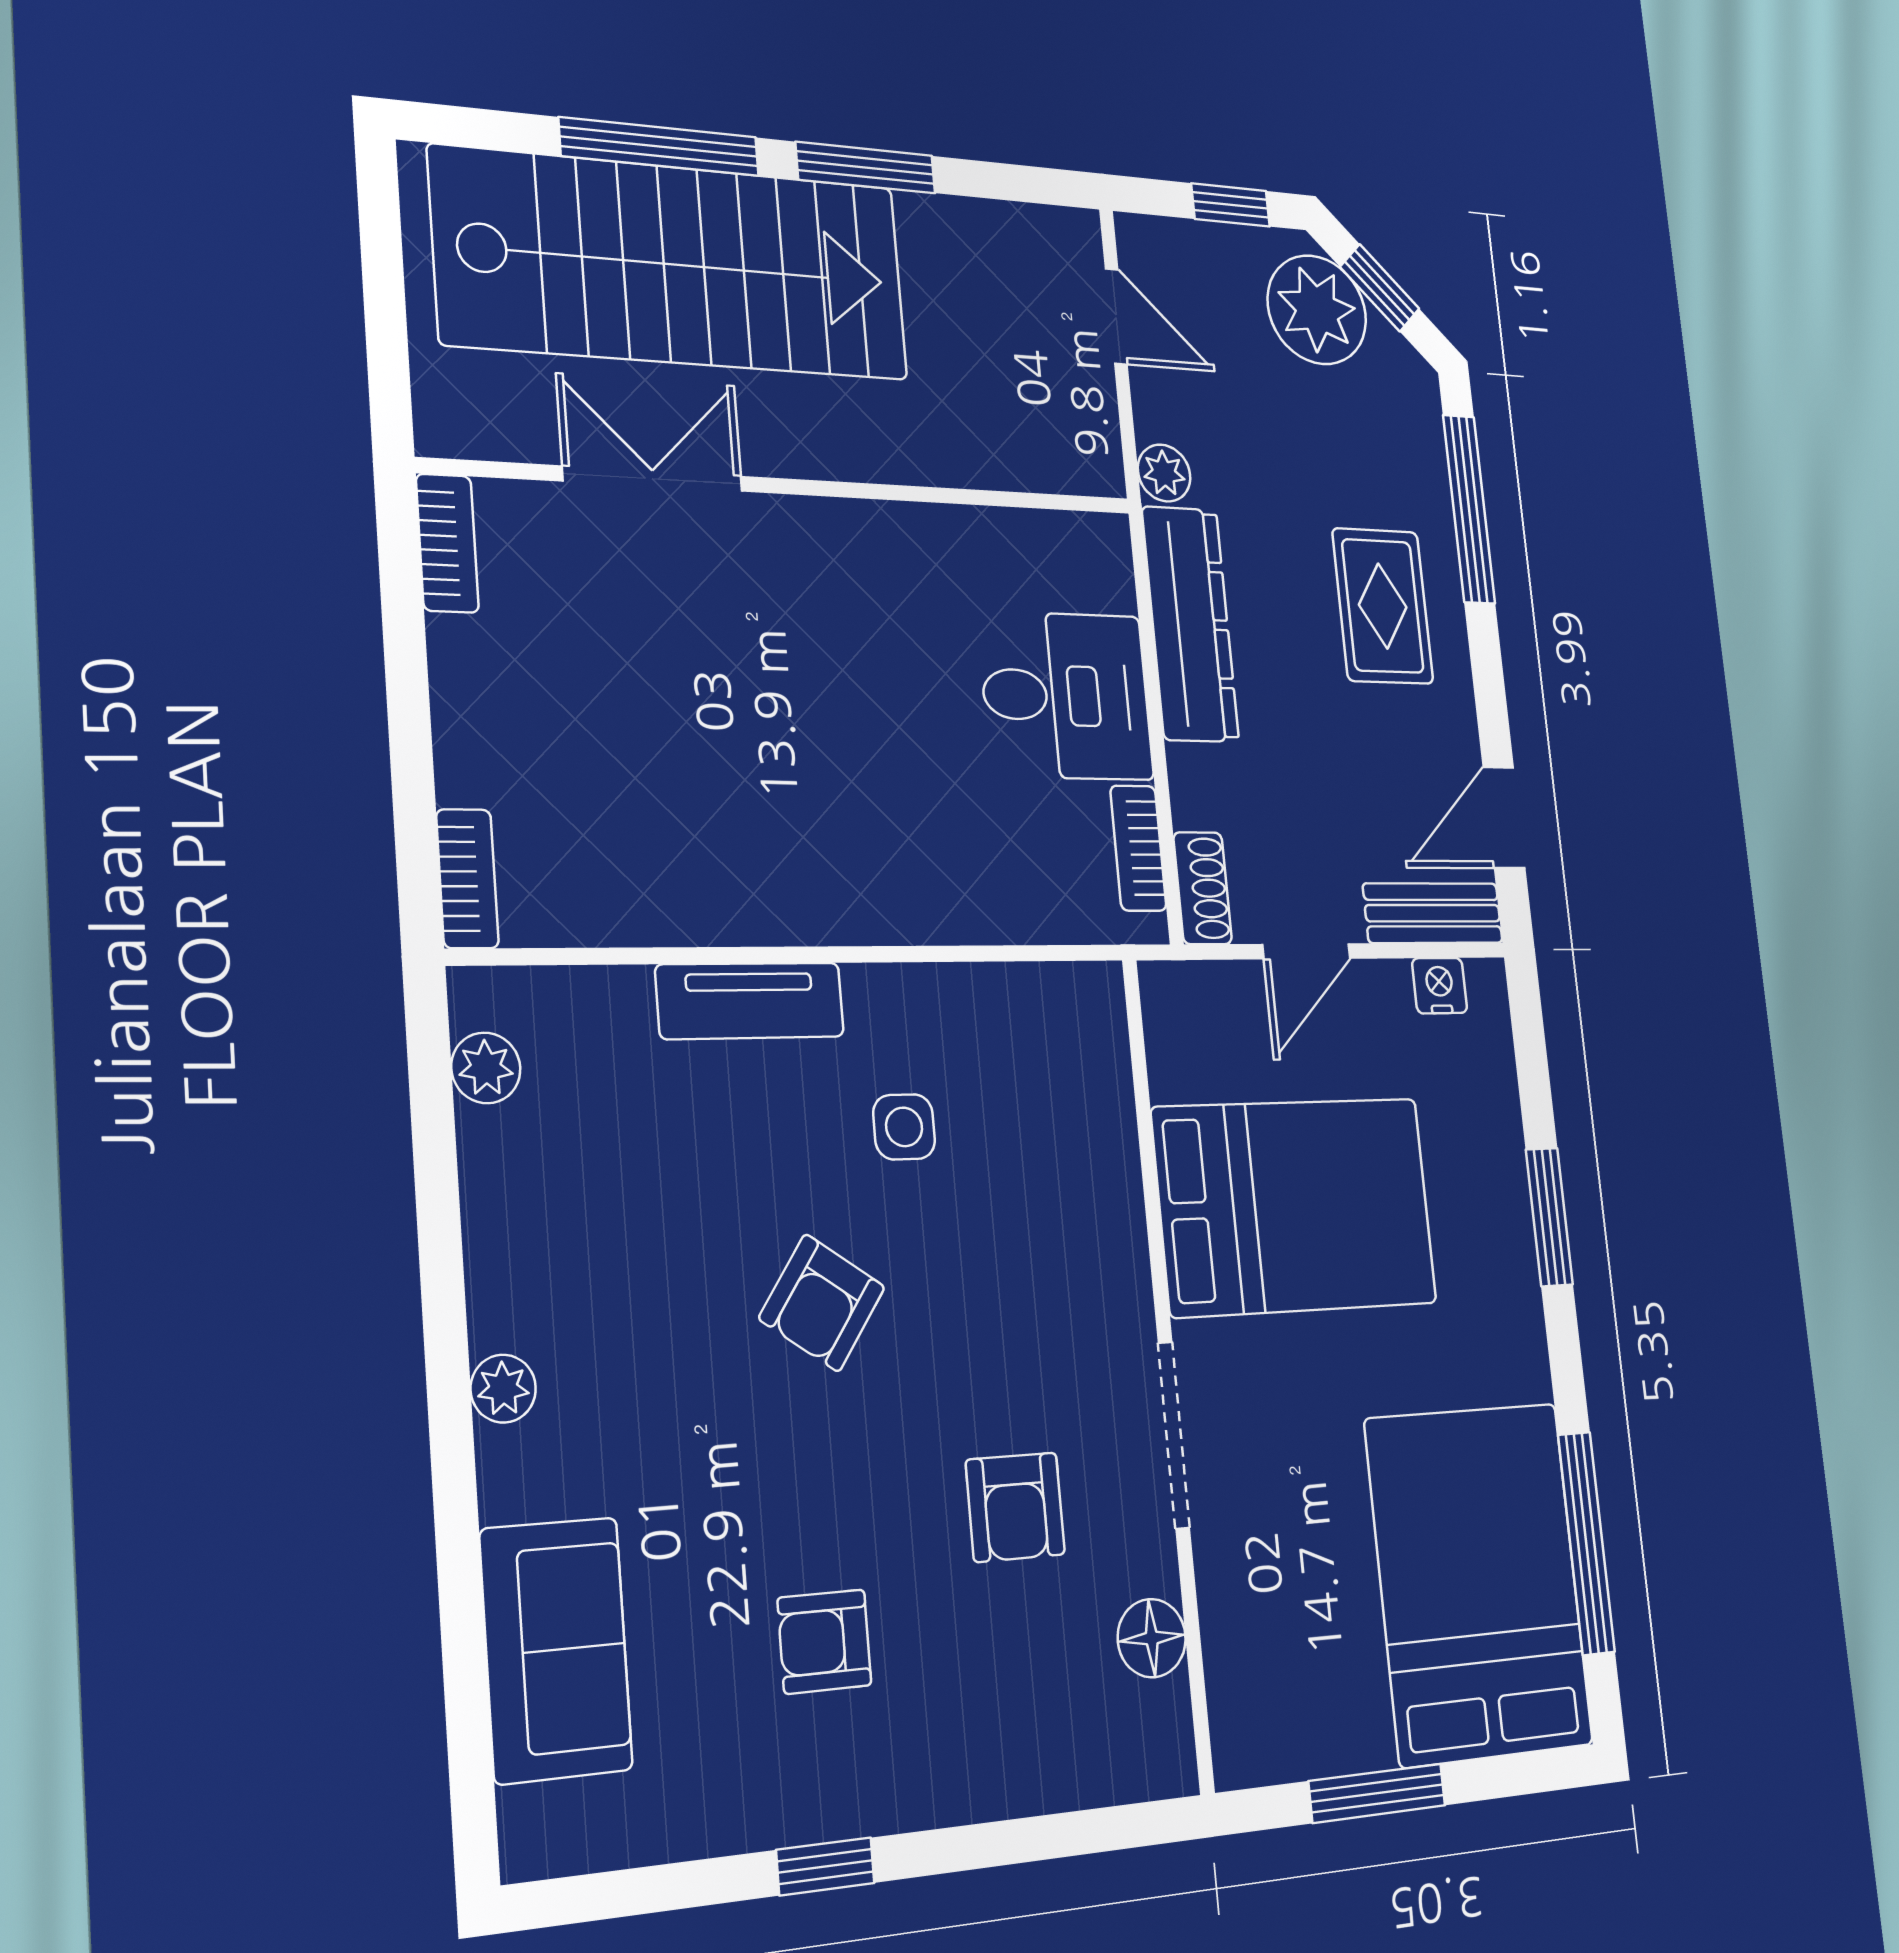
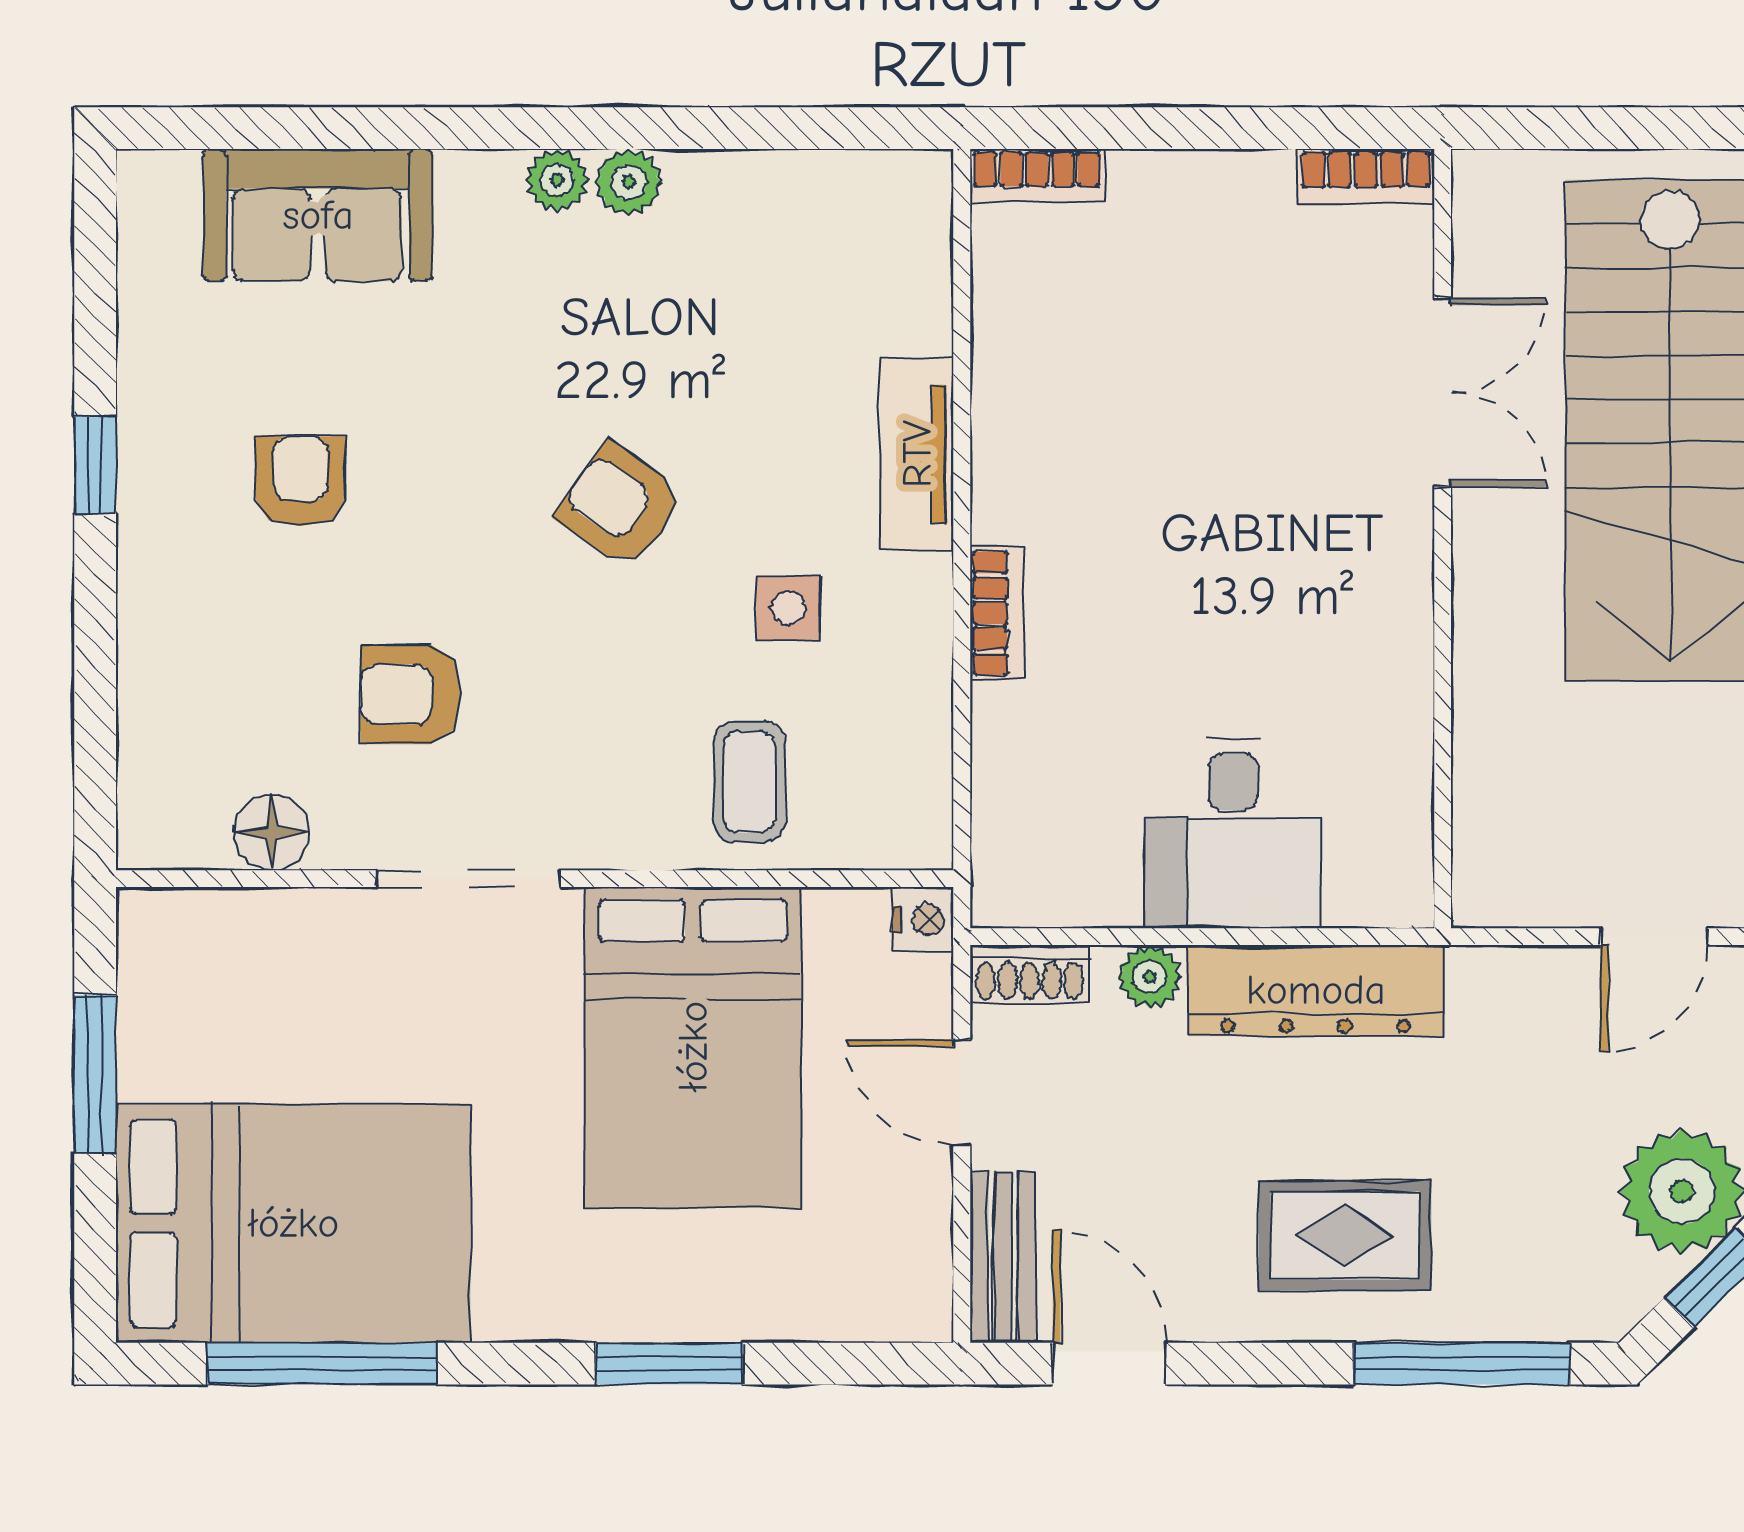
plant: (1164, 473) -> (1150, 977), moved
bookcase: (1138, 848) -> (997, 613), moved, turned 90
nightstand: (1440, 986) -> (923, 920), moved
plant: (486, 1068) -> (629, 182), moved
coffee table: (1064, 1160) -> (749, 782), added

